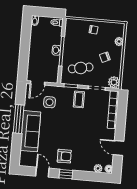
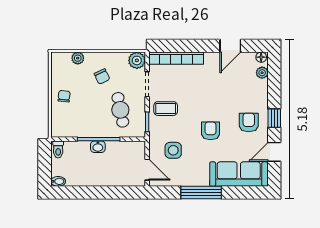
armchair: (61, 129) -> (211, 131), added
sofa: (30, 131) -> (239, 174), moved

